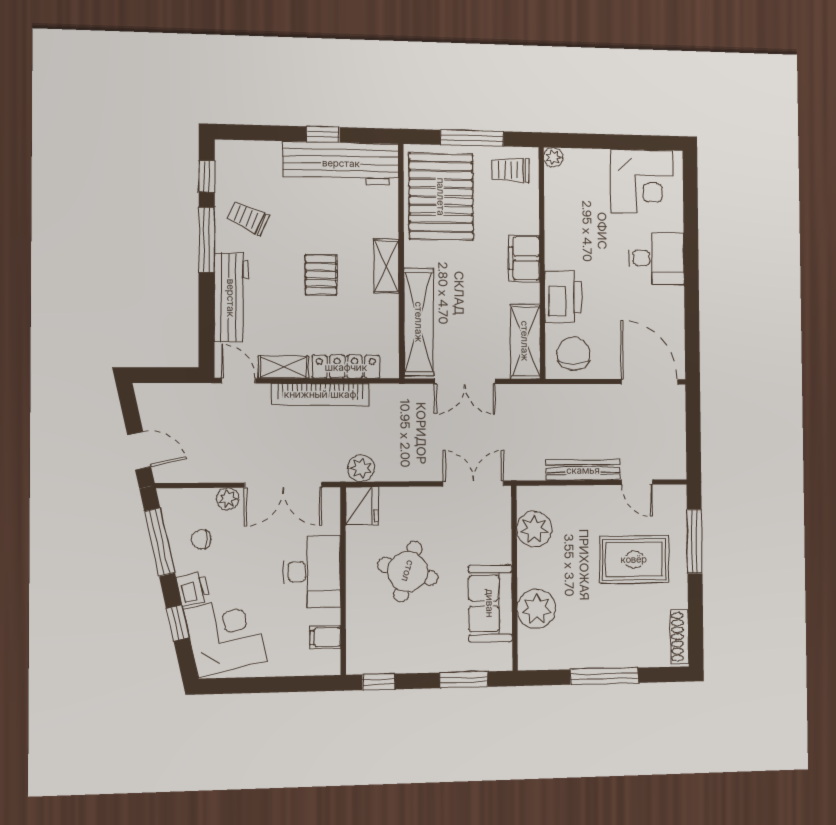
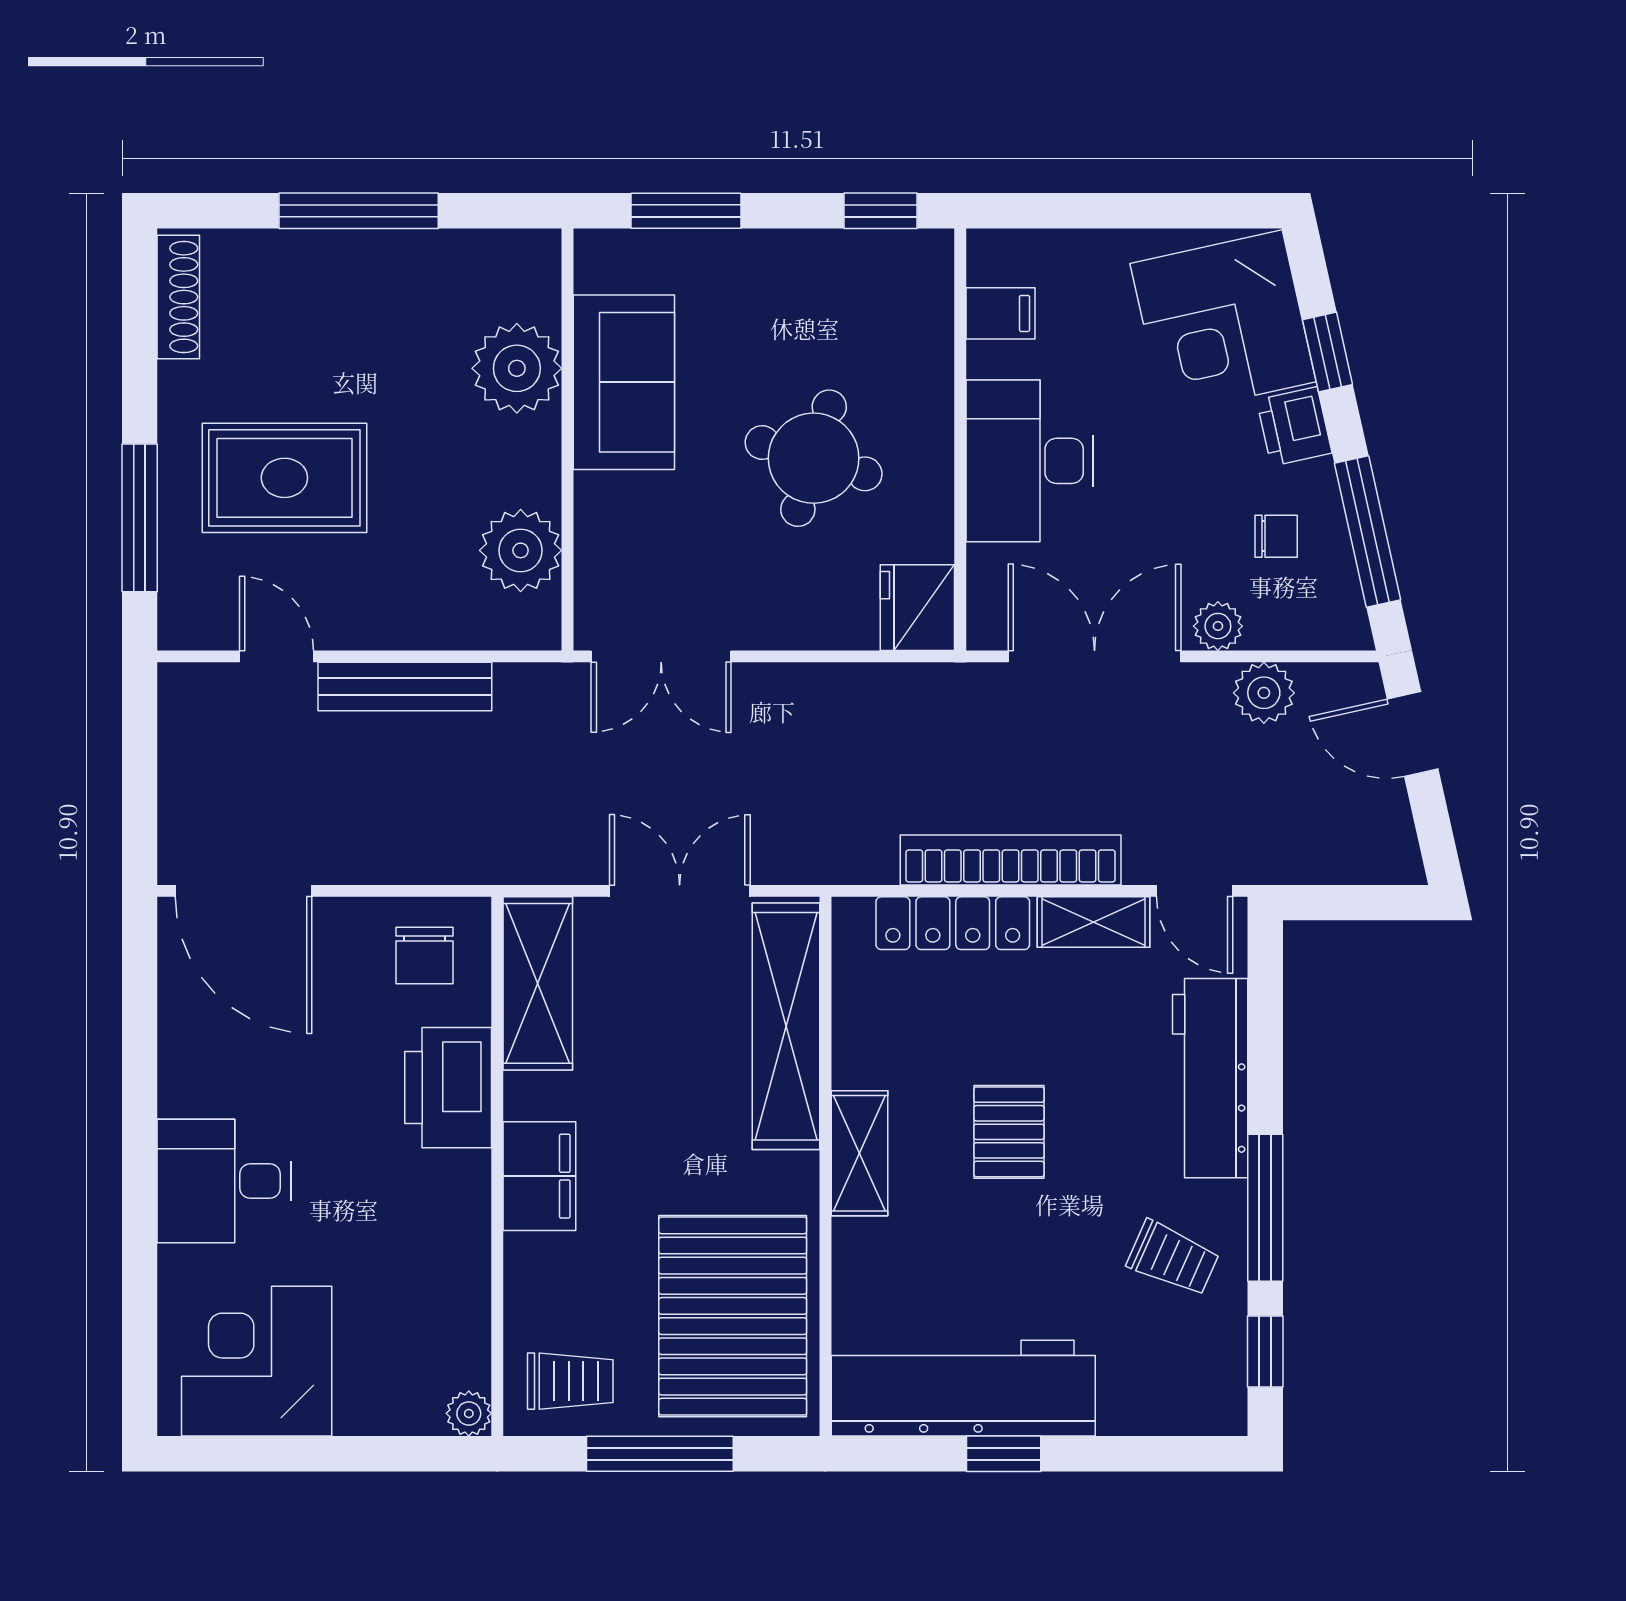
chair: (573, 354) -> (425, 956), width x0.73, depth x0.73
plant: (361, 468) -> (1264, 693), moved

